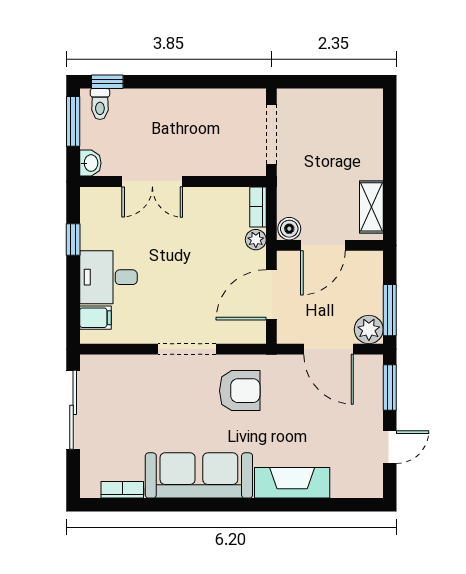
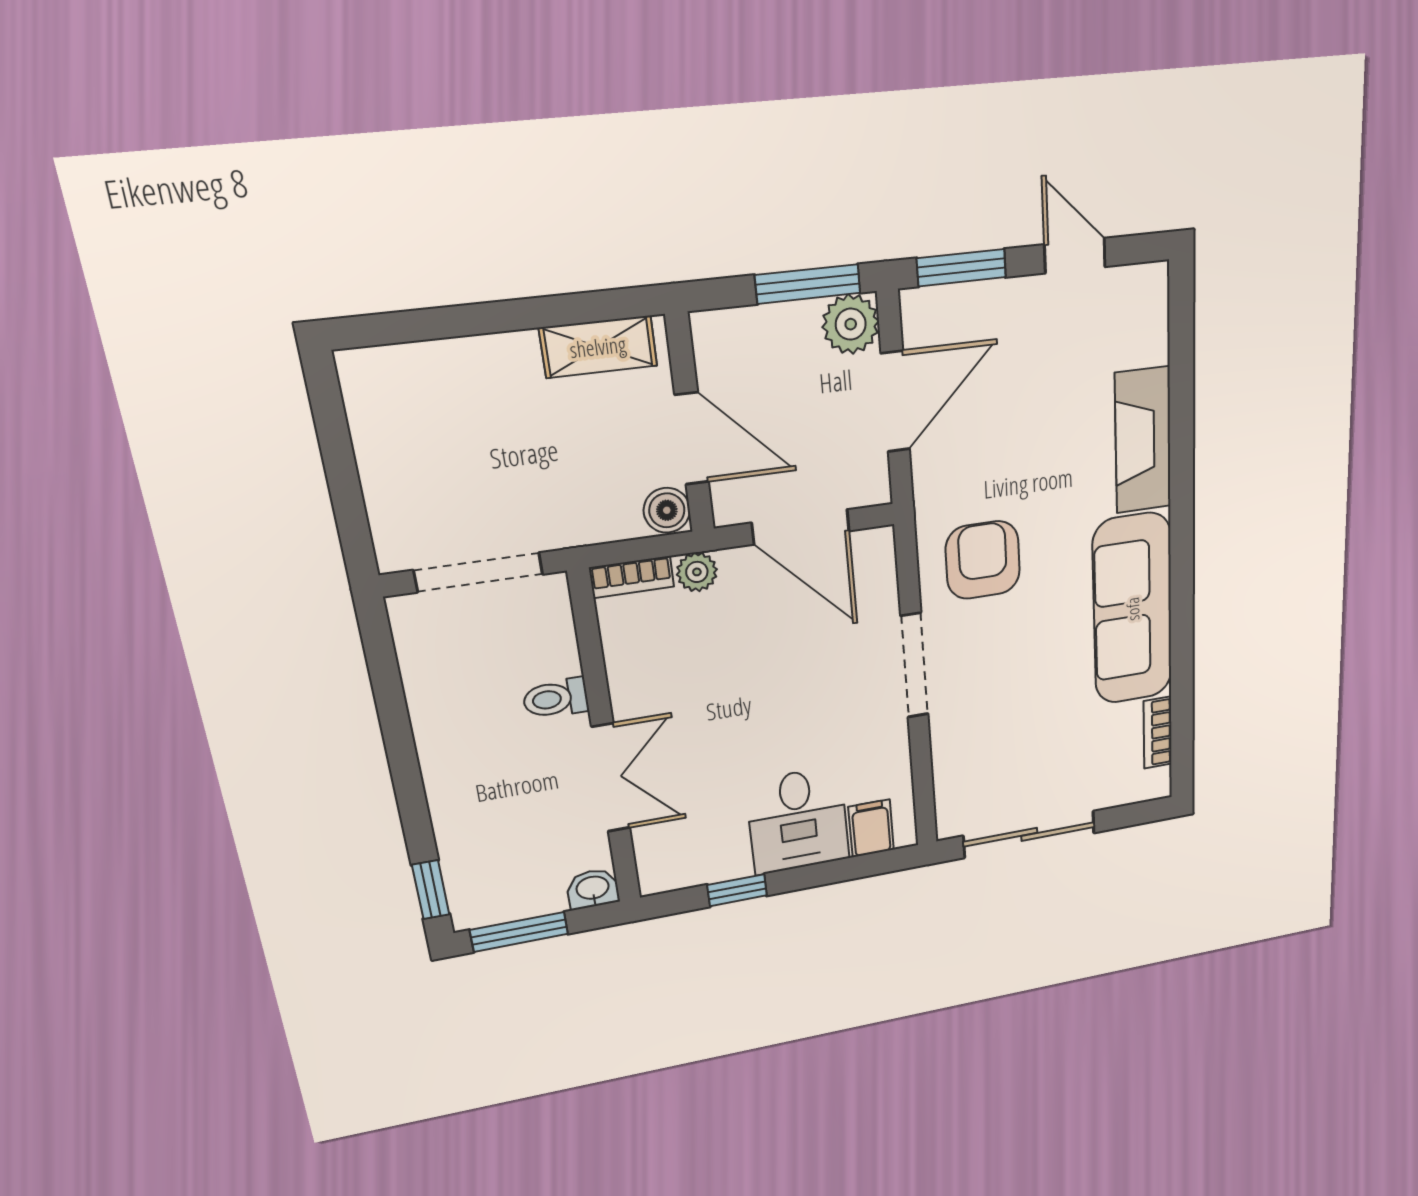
toilet: (100, 104) -> (556, 698), moved, turned 180

